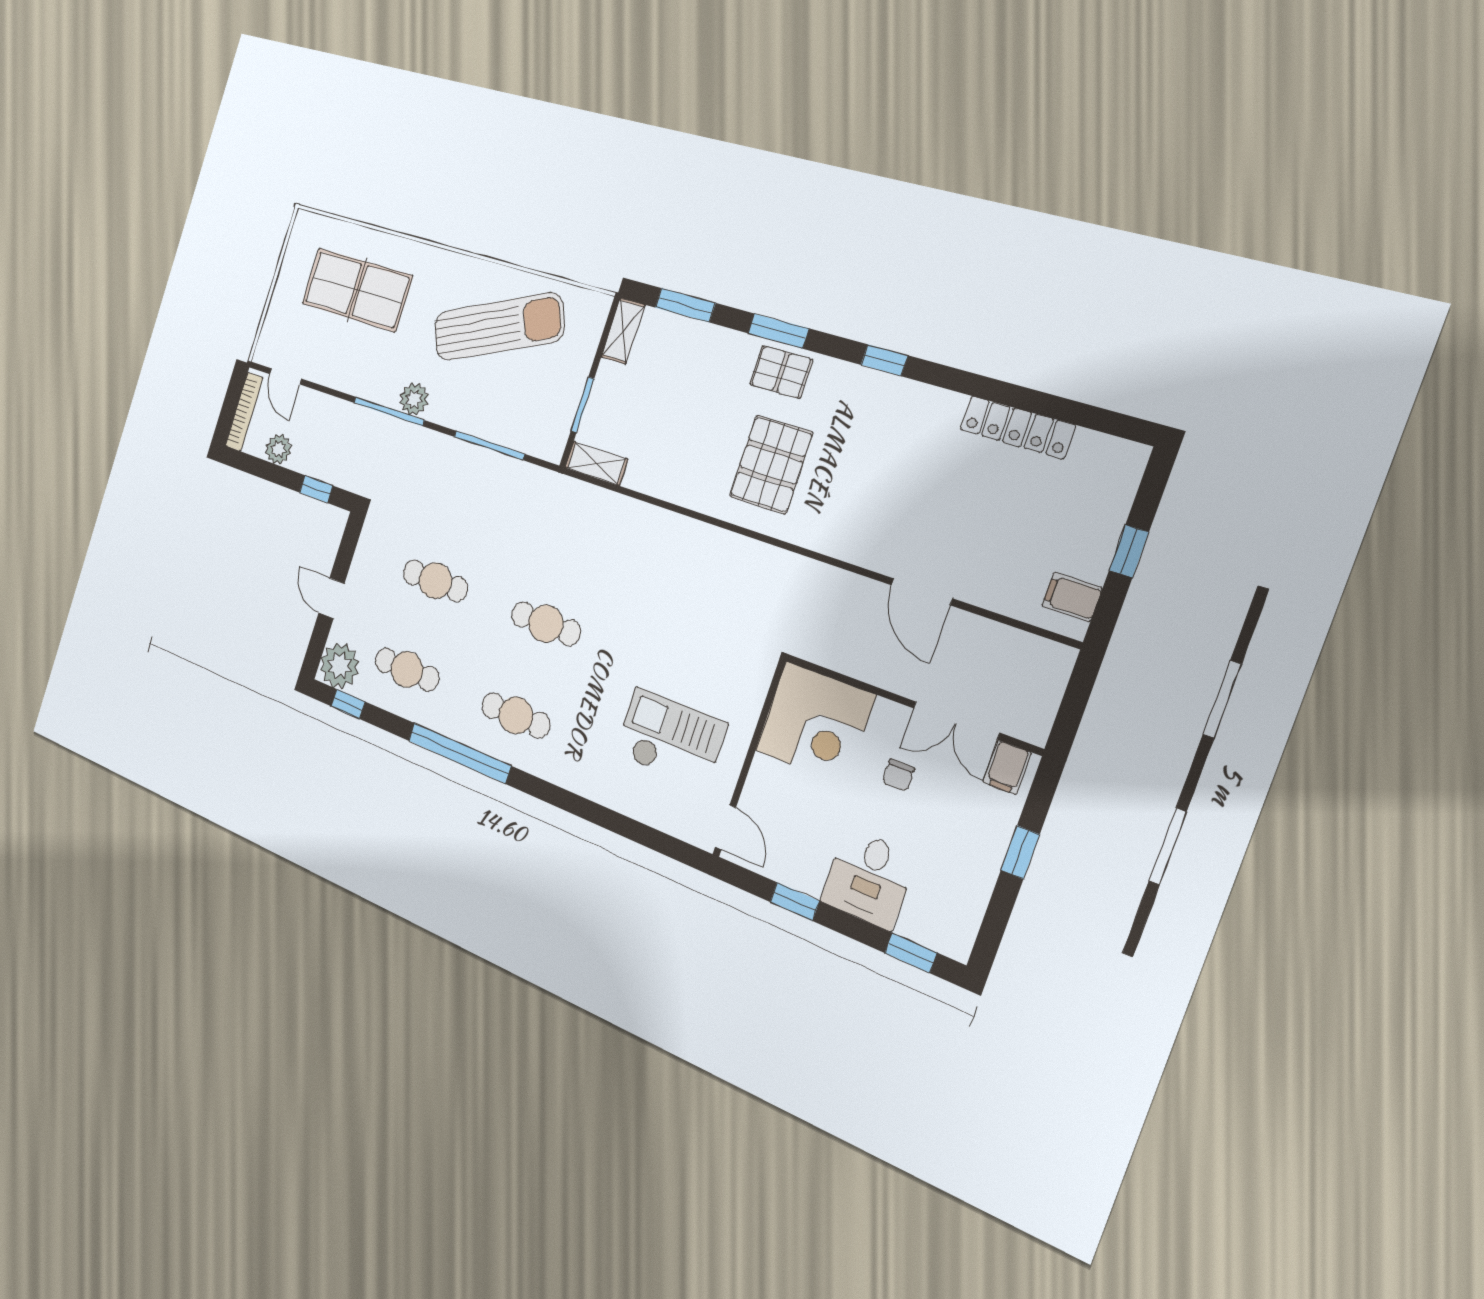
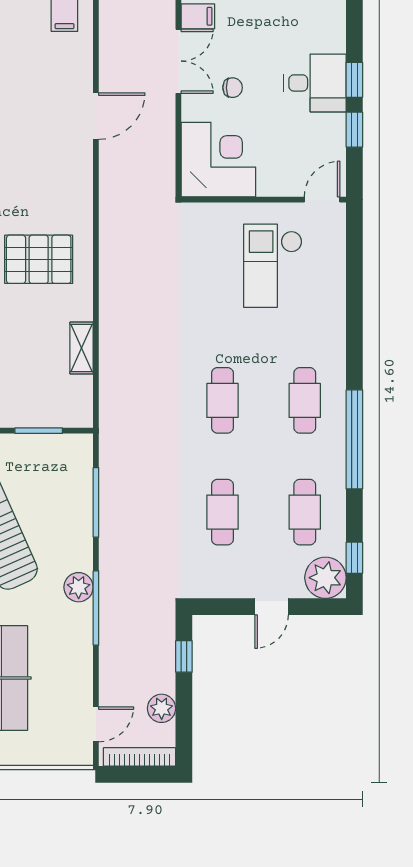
shelving: (596, 463) -> (82, 348), moved
window: (911, 953) -> (354, 80), moved

